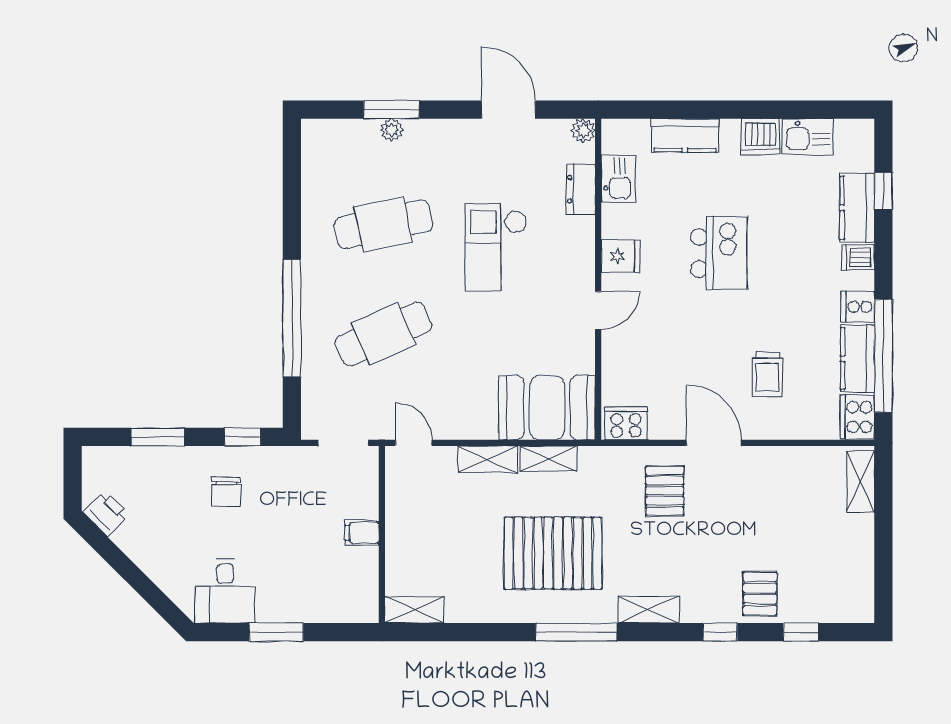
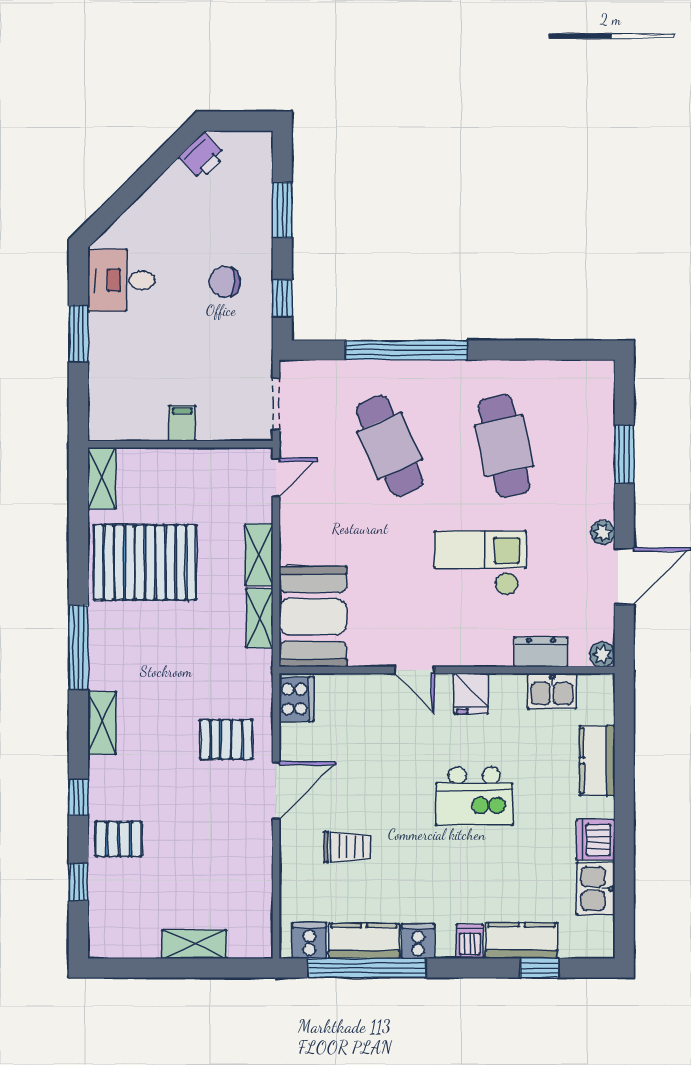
plant: (392, 130) -> (603, 533), moved
trolley: (767, 374) -> (348, 847), turned 180
cooker: (857, 417) -> (309, 941), width x0.73
shelving: (861, 482) -> (194, 944), moved
pallet: (553, 553) -> (145, 562), moved, turned 90

